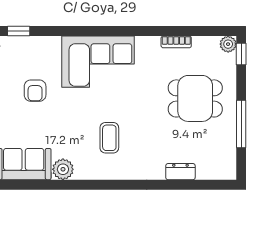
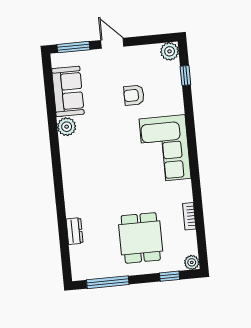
window: (241, 54) -> (170, 276), moved
window: (241, 124) -> (108, 282), moved
coffee table: (109, 138) -> (98, 165), removed

